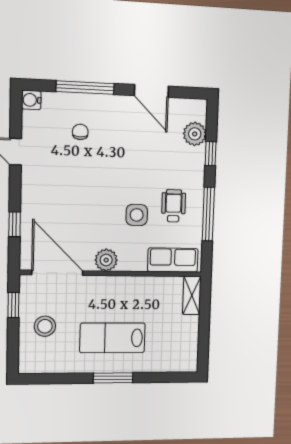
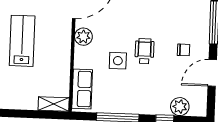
chair: (80, 132) -> (183, 50), moved
wheelchair: (174, 206) -> (144, 51), moved, turned -90

